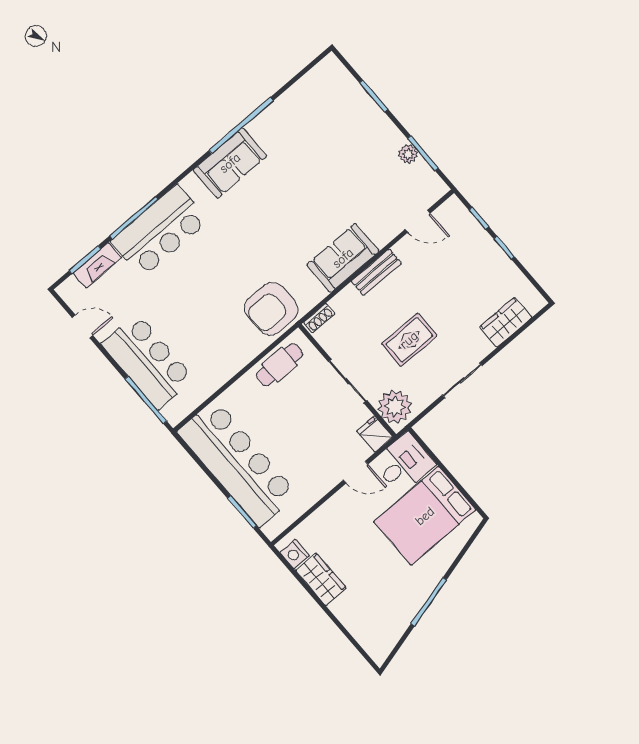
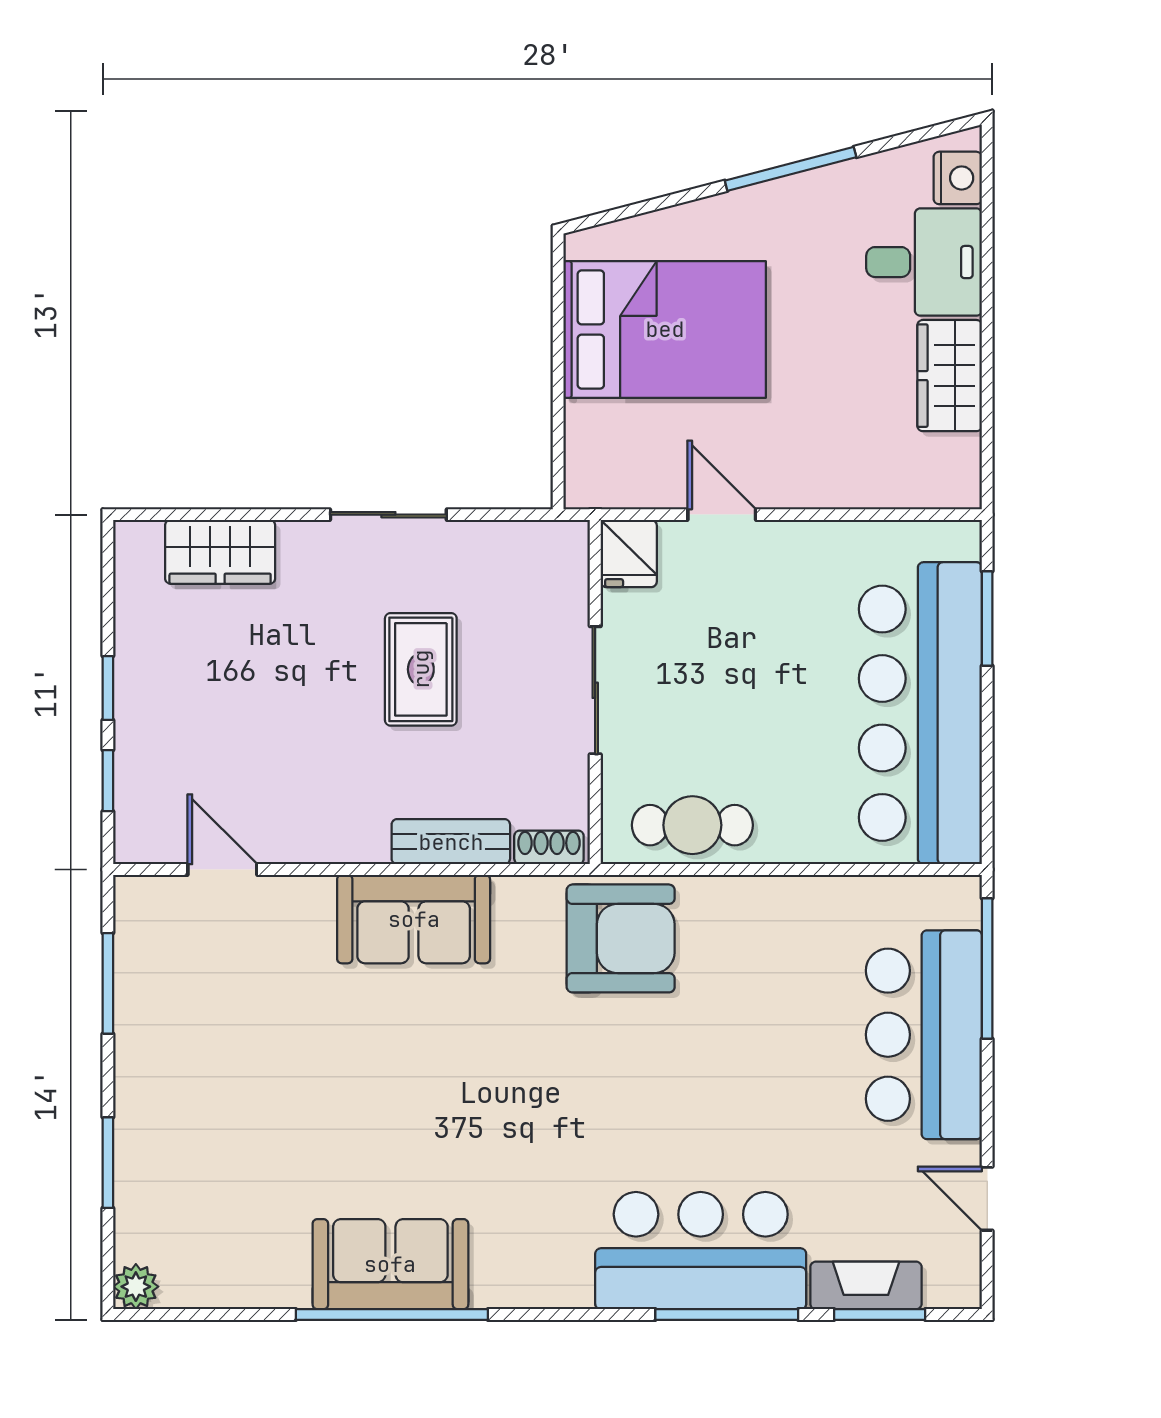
plant: (408, 154) -> (136, 1287), moved
sofa: (230, 163) -> (390, 1264), moved
bench: (376, 272) -> (451, 842), moved
rug: (409, 340) -> (421, 669), turned 90
plant: (395, 407) -> (550, 571), removed
desk: (404, 463) -> (924, 262), moved, turned 180
nightstand: (295, 554) -> (958, 178), moved

